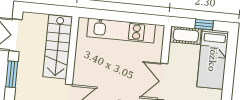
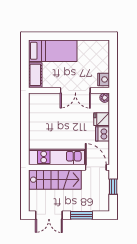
window: (204, 25) -> (25, 61), removed
kitchen unit: (121, 31) -> (57, 157), moved, turned -90

